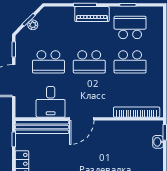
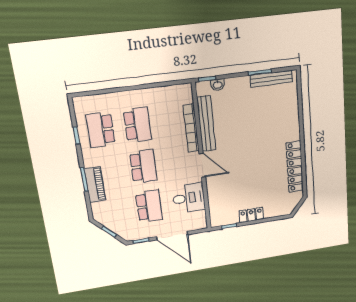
piano: (92, 14) -> (95, 184), moved
plant: (33, 25) -> (114, 227), removed
bookcase: (137, 112) -> (191, 128), moved
bench: (42, 127) -> (206, 124), moved

